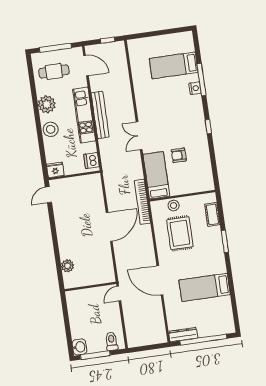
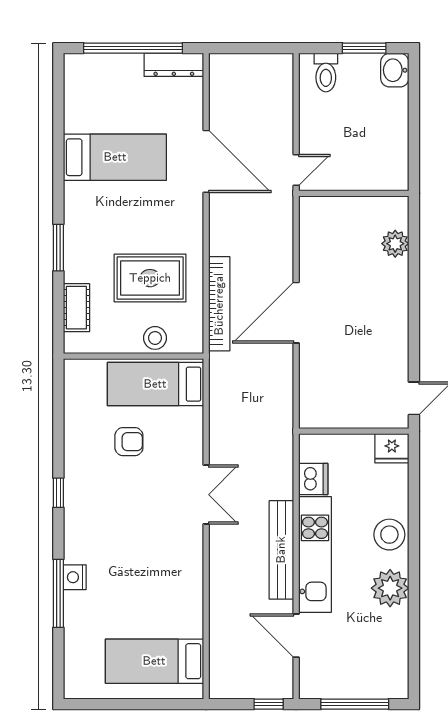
window: (108, 40) -> (269, 704), moved
bed: (174, 65) -> (154, 661), moved, turned 180
door: (86, 66) -> (296, 636), moved
cafe table: (54, 71) -> (365, 655), removed
dishwasher: (91, 160) -> (313, 479), moved
bed: (156, 175) -> (155, 384), moved, turned 90
bookcase: (142, 202) -> (219, 304), moved
rug: (180, 233) -> (150, 278), turned 90
door: (160, 280) -> (206, 161), moved
window: (95, 355) -> (364, 48), width x0.69

